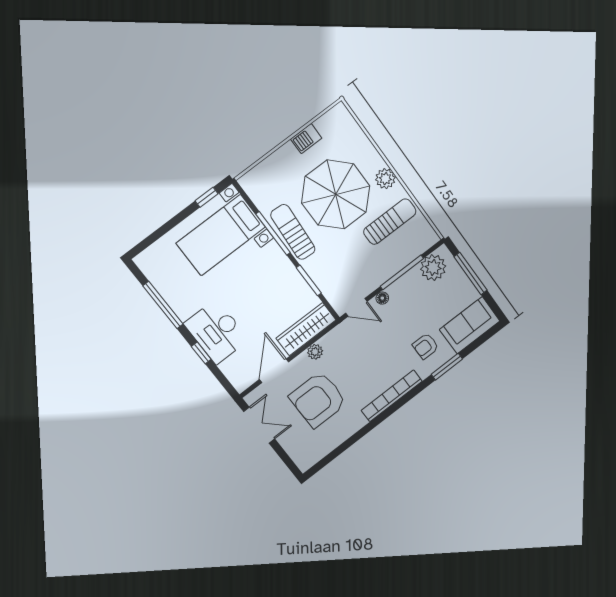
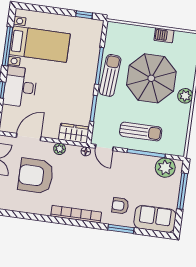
sun lounger: (390, 222) -> (141, 132), moved
bed with nightstands: (221, 235) -> (40, 44), moved, turned 180
floor lamp: (382, 298) -> (86, 151), moved
wardrobe: (306, 329) -> (74, 133), width x0.67

